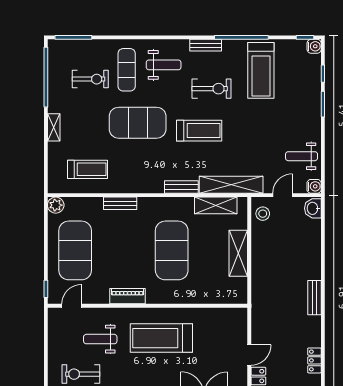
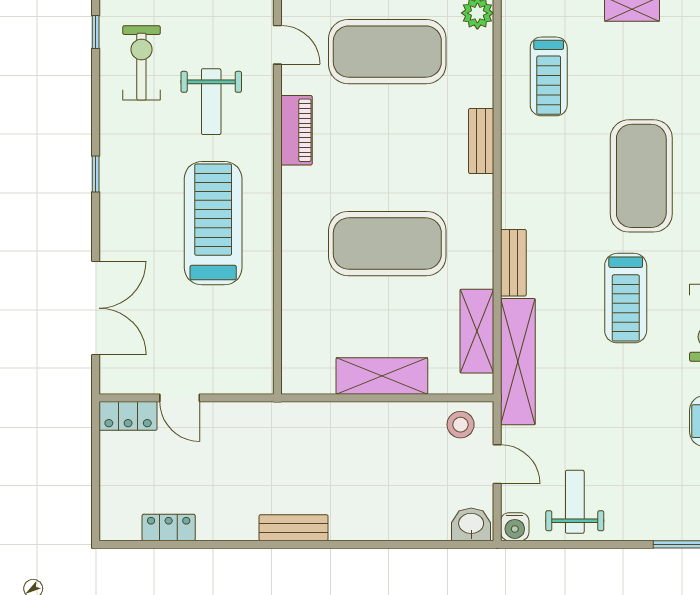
piano: (127, 296) -> (296, 130), moved
weight bench: (100, 339) -> (211, 102), turned 180

